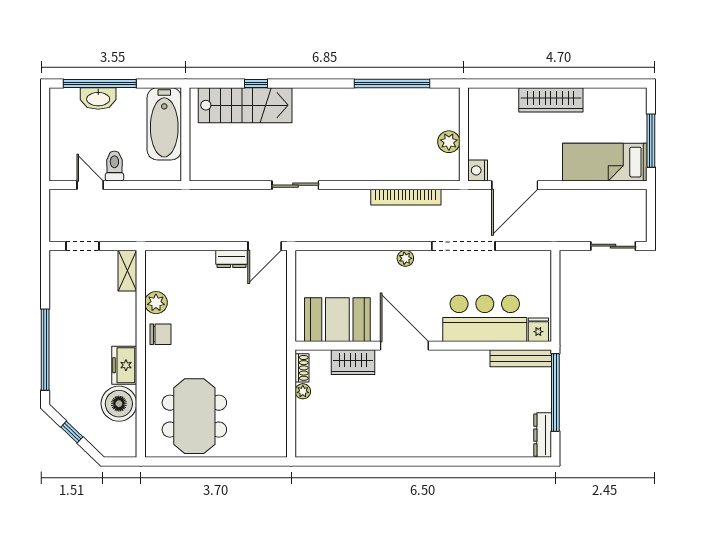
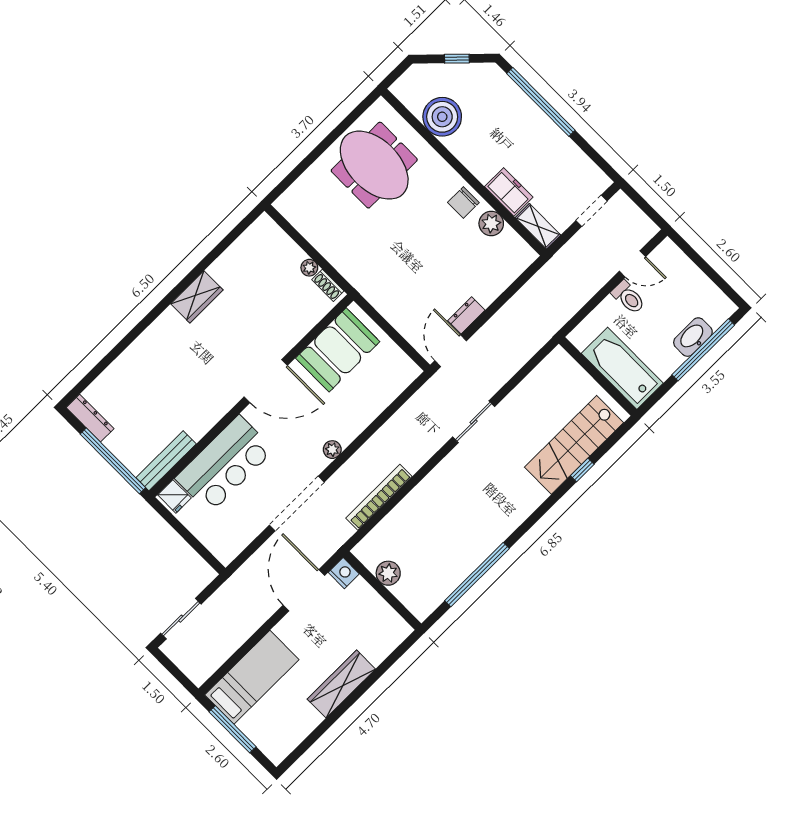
wardrobe: (353, 362) -> (197, 297), moved, turned 180
freezer: (124, 365) -> (509, 192), moved

